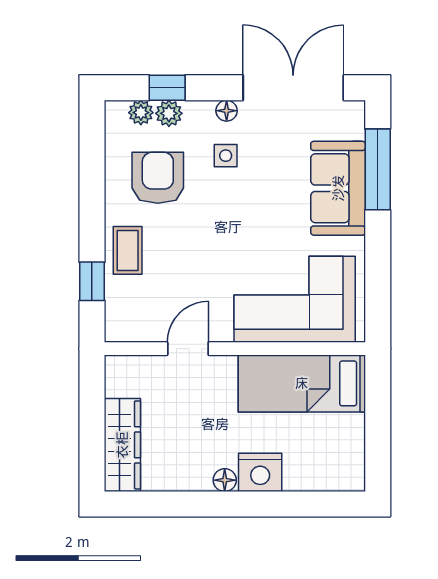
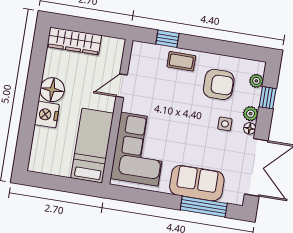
plant: (169, 113) -> (251, 114), moved
door: (188, 349) -> (122, 86), swing flipped
floor lamp: (225, 480) -> (52, 90), width x1.89, depth x1.89

